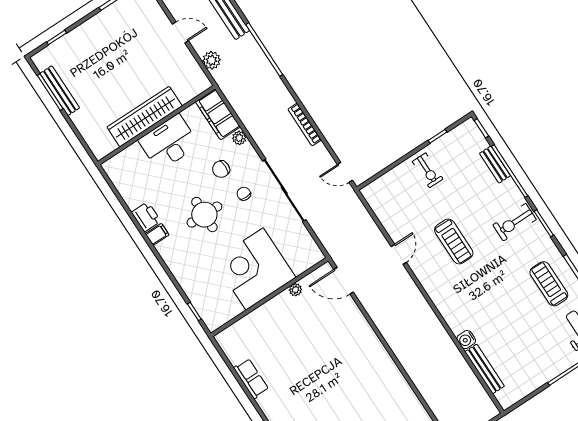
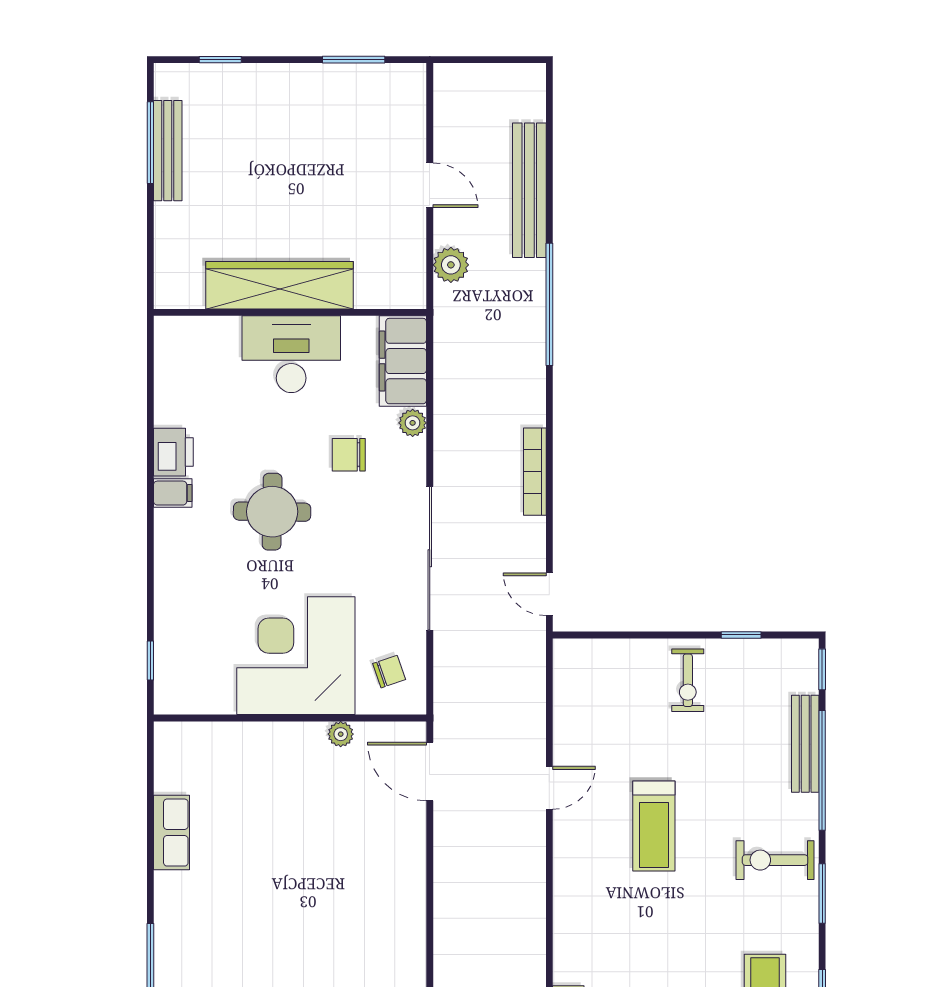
bench: (495, 165) -> (805, 744), width x1.36
chair: (244, 194) -> (389, 672), moved, turned 71

